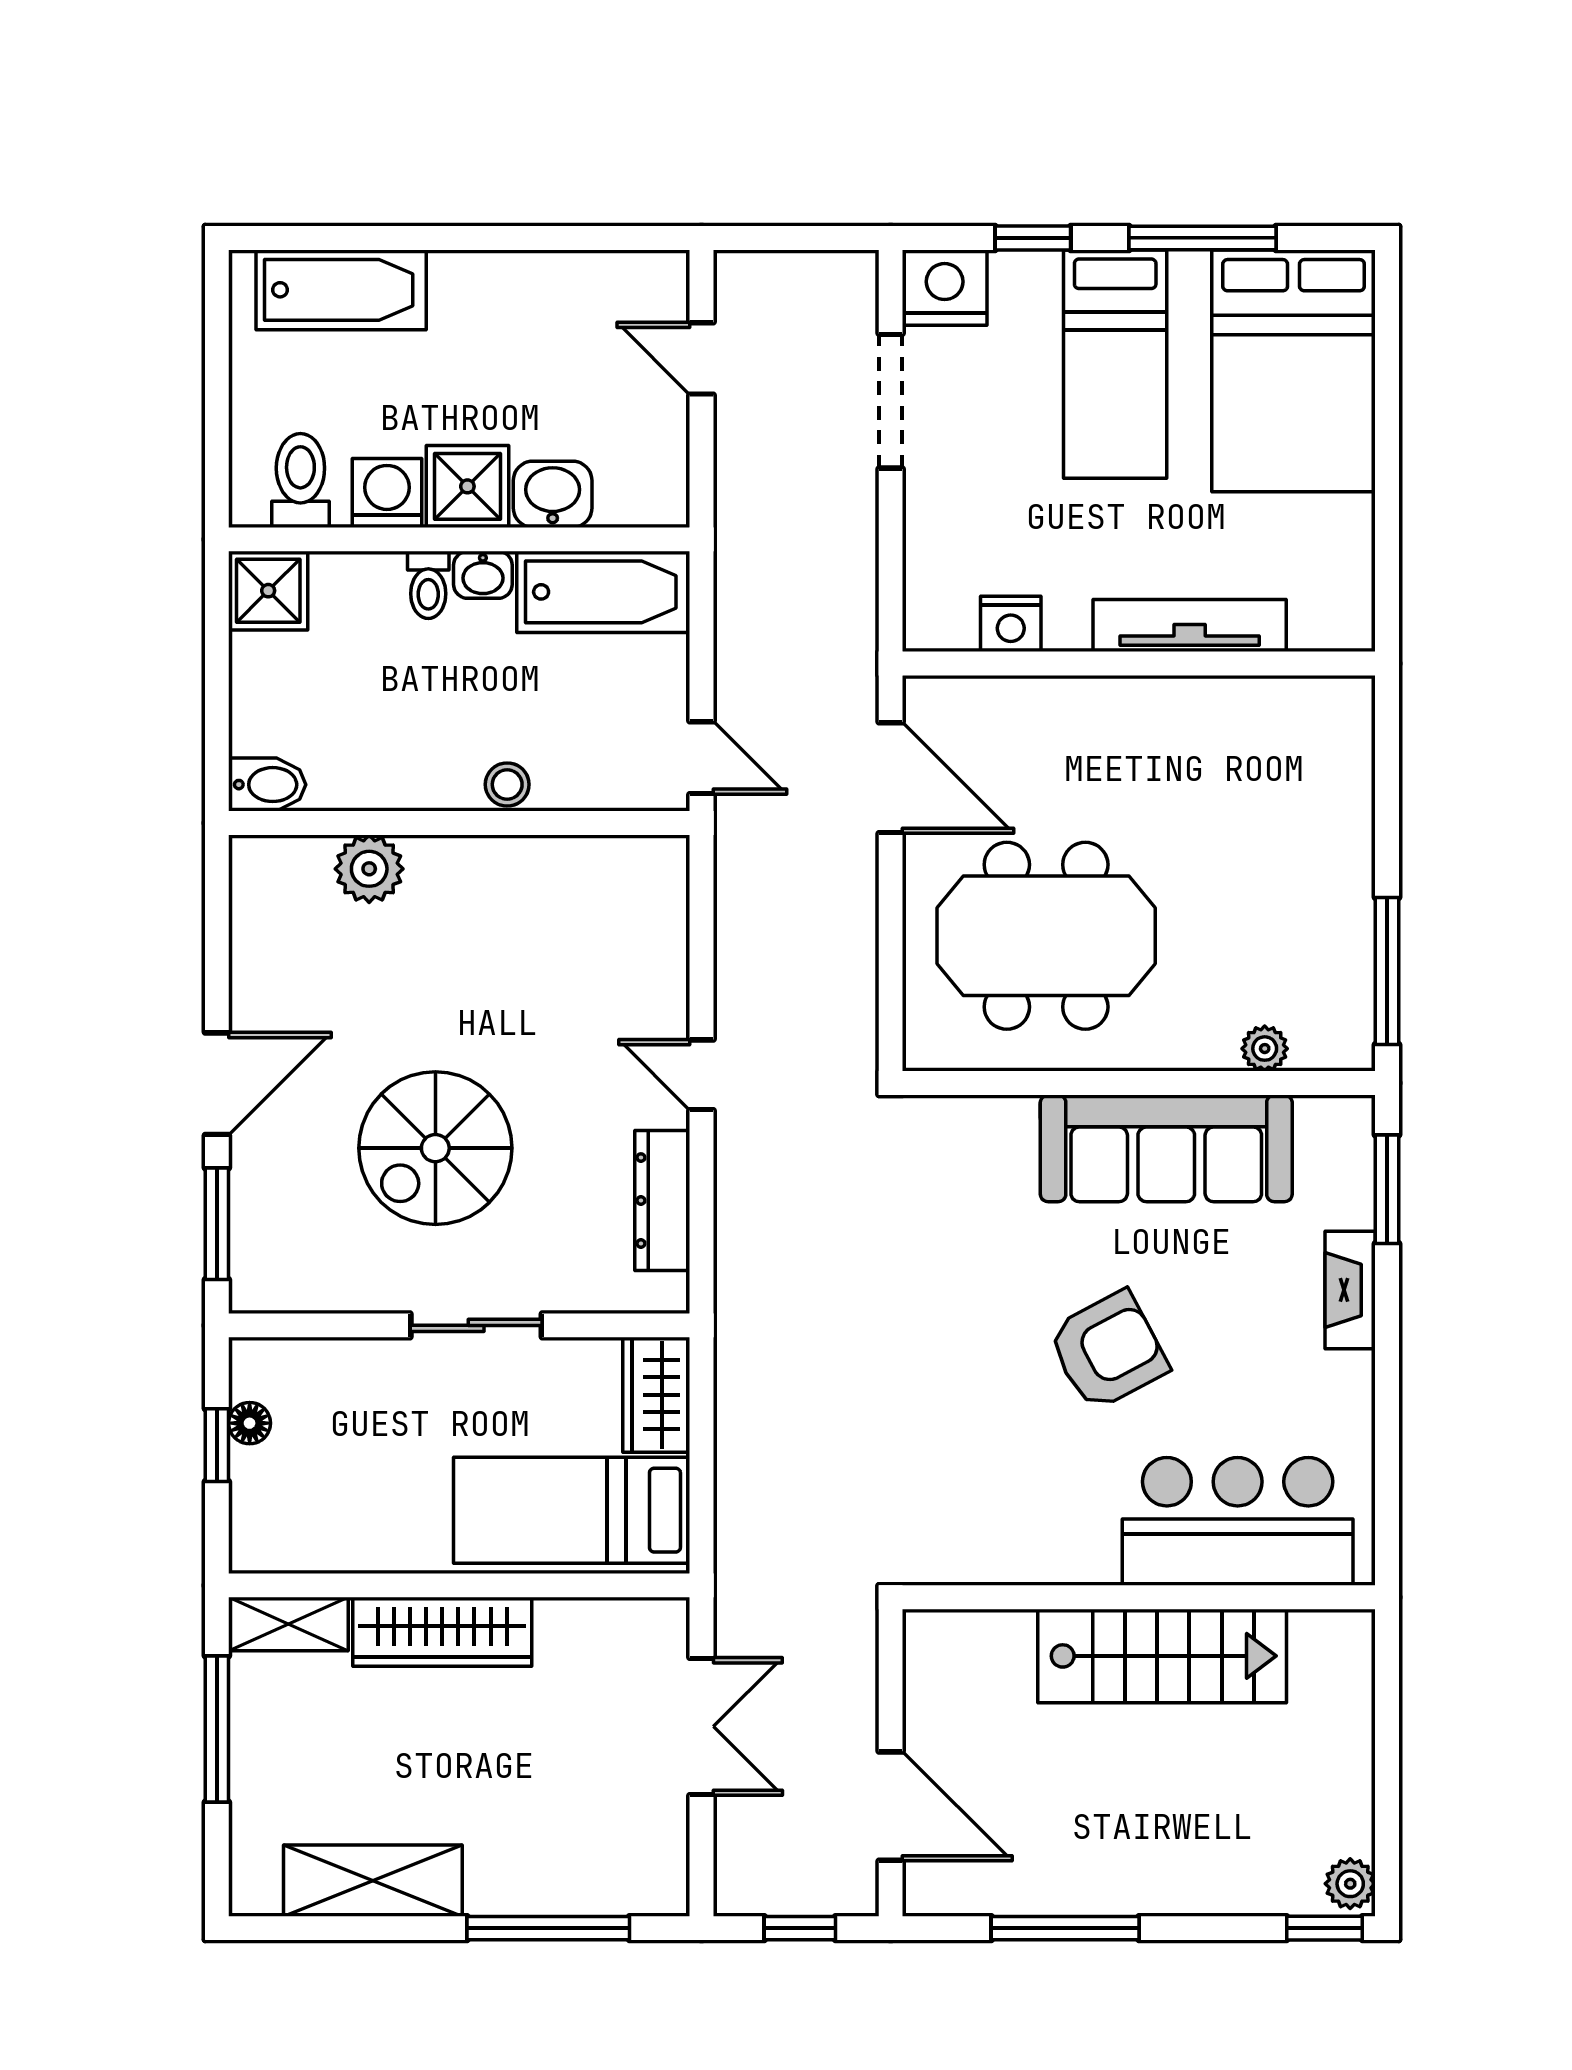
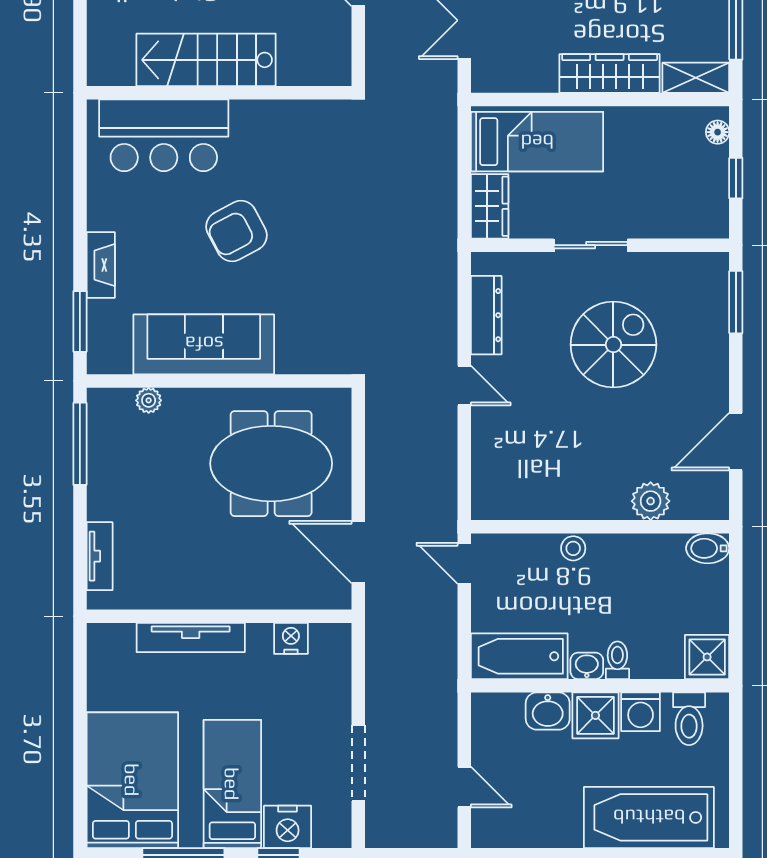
nightstand: (945, 288) -> (288, 827), moved
bathtub: (341, 290) -> (649, 817), width x1.36, depth x1.36
tv unit: (1352, 771) -> (100, 556), added
door: (217, 1084) -> (736, 442), moved
floor lamp: (250, 1423) -> (718, 132), moved

